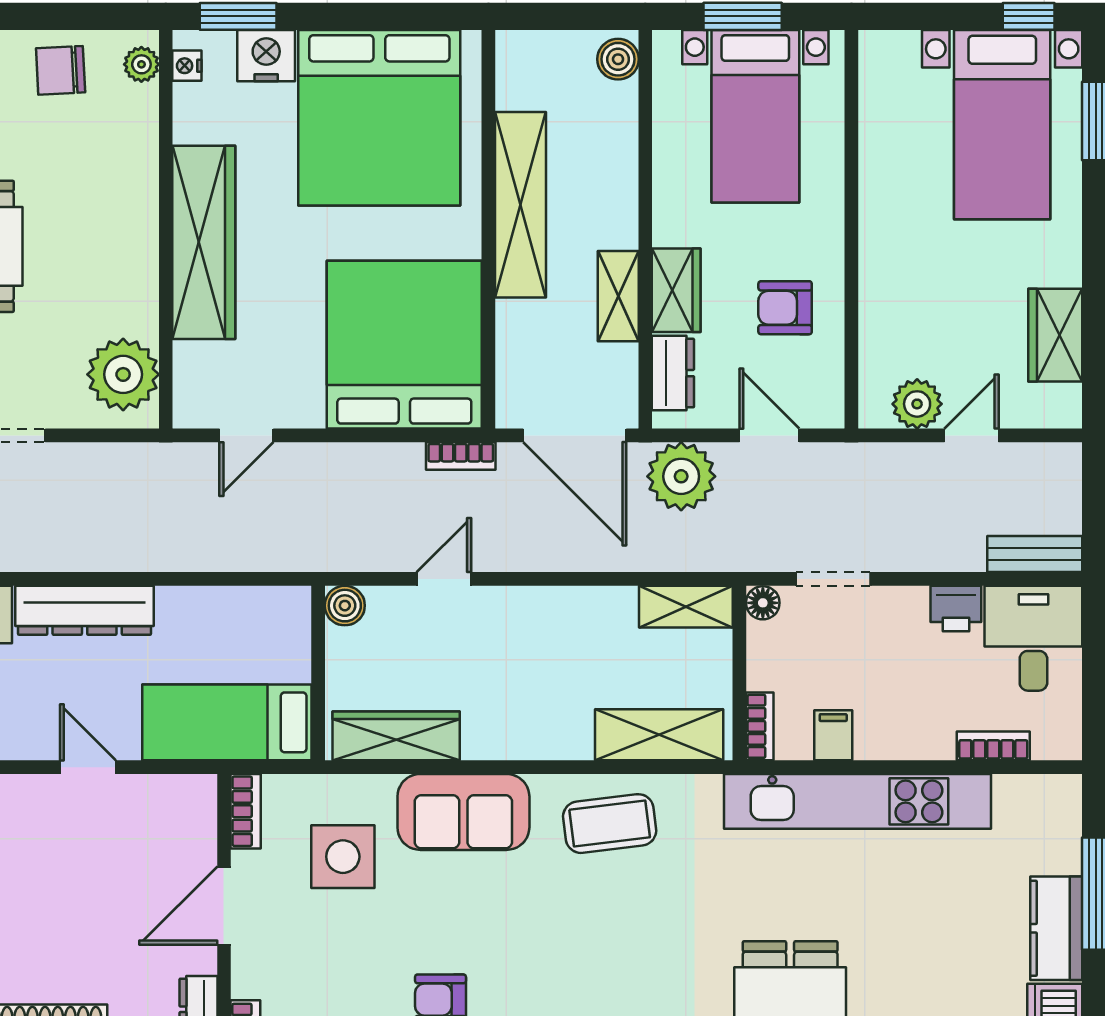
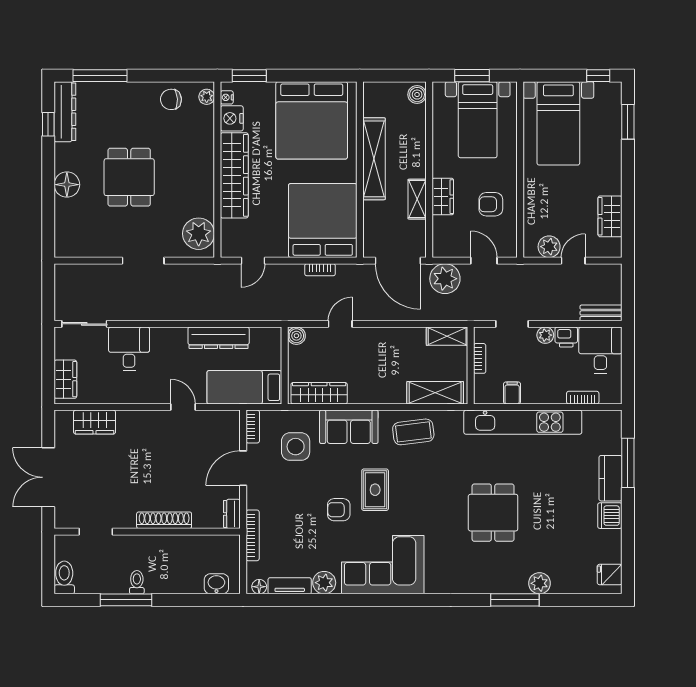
nightstand: (266, 56) -> (232, 118), moved, turned -90
bed with nightstands: (1002, 125) -> (558, 123), moved
dresser: (673, 373) -> (441, 233), removed
bookcase: (461, 456) -> (320, 270), moved
floor lamp: (763, 603) -> (481, 334), removed
plant: (908, 604) -> (545, 335), added
dresser: (85, 610) -> (219, 338), moved
bookcase: (760, 726) -> (480, 358), moved
rug: (523, 954) -> (375, 490), added

